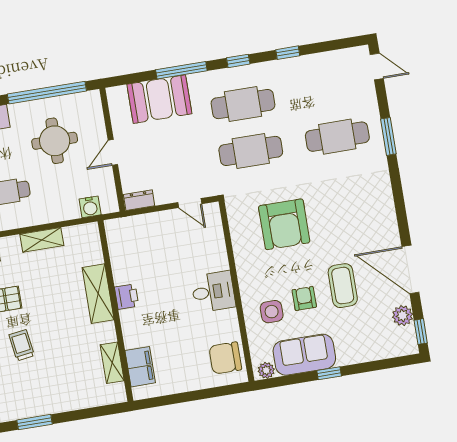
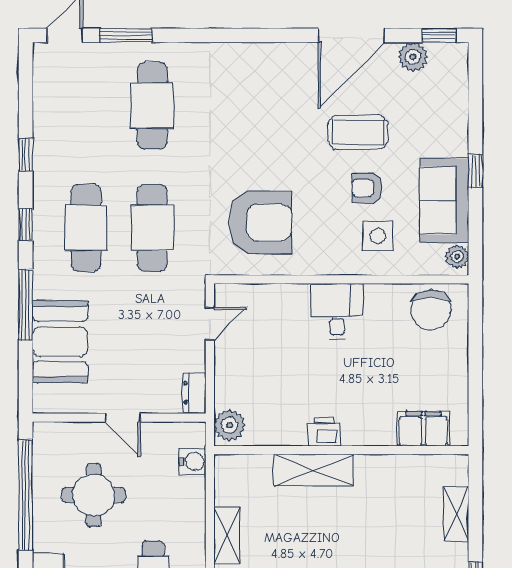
window: (388, 136) -> (126, 35), moved
armchair: (284, 224) -> (260, 223), moved
plant: (120, 229) -> (230, 425), added
shelving: (112, 363) -> (456, 514), moved, turned 90

